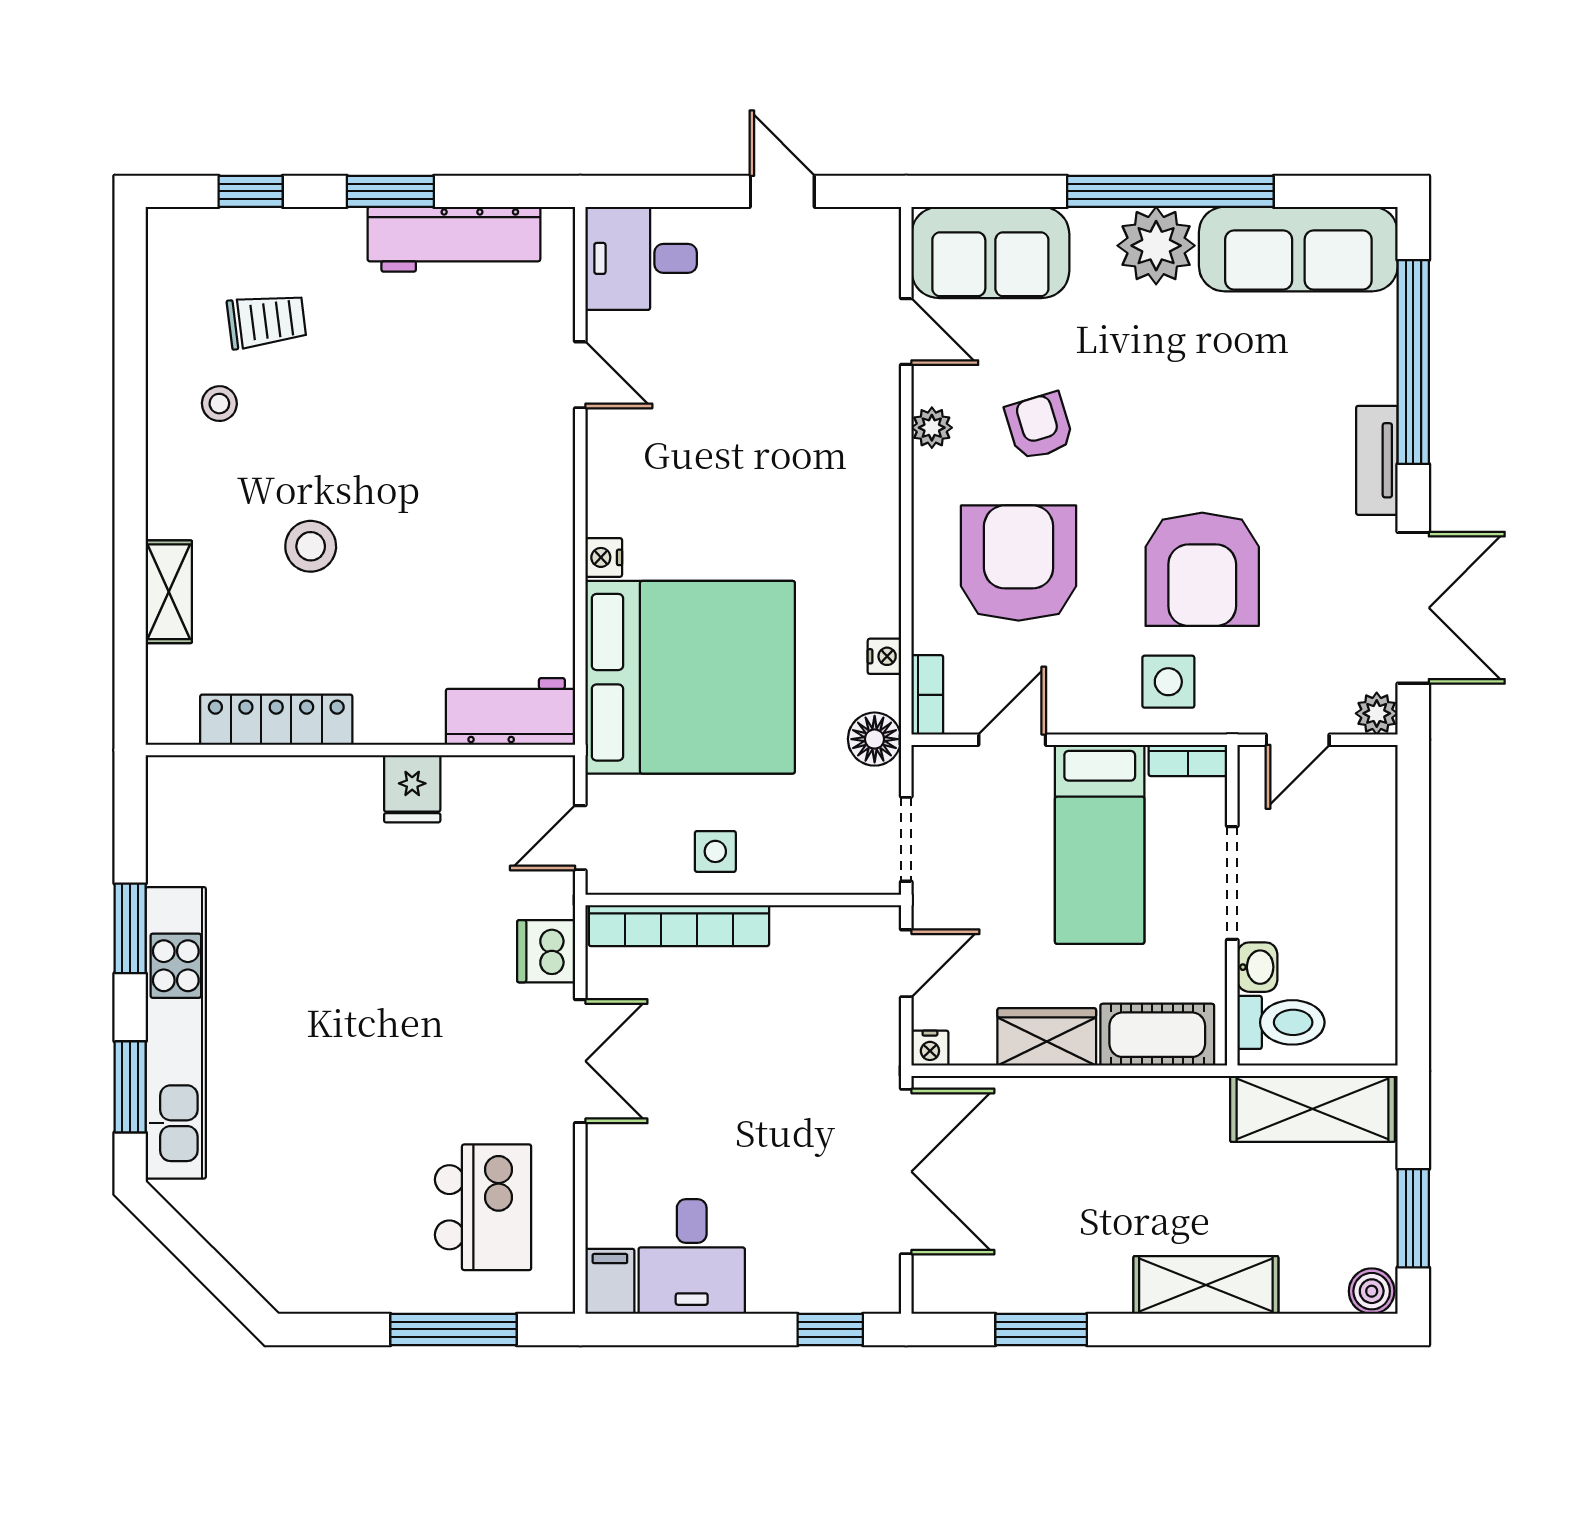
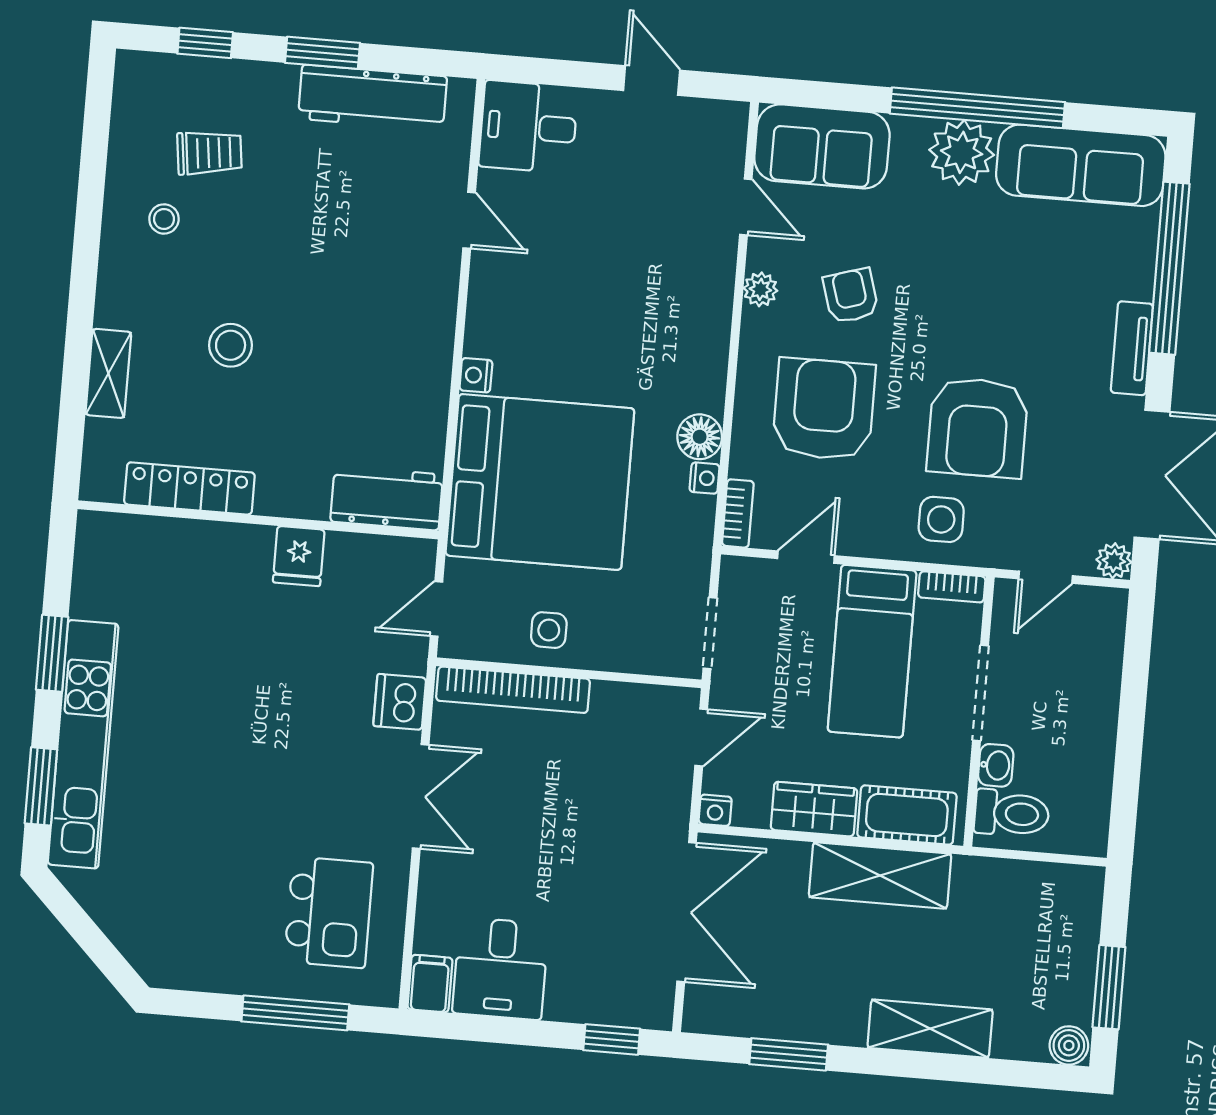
floor lamp: (875, 739) -> (700, 437), moved
shelving: (1313, 1109) -> (880, 876), moved

